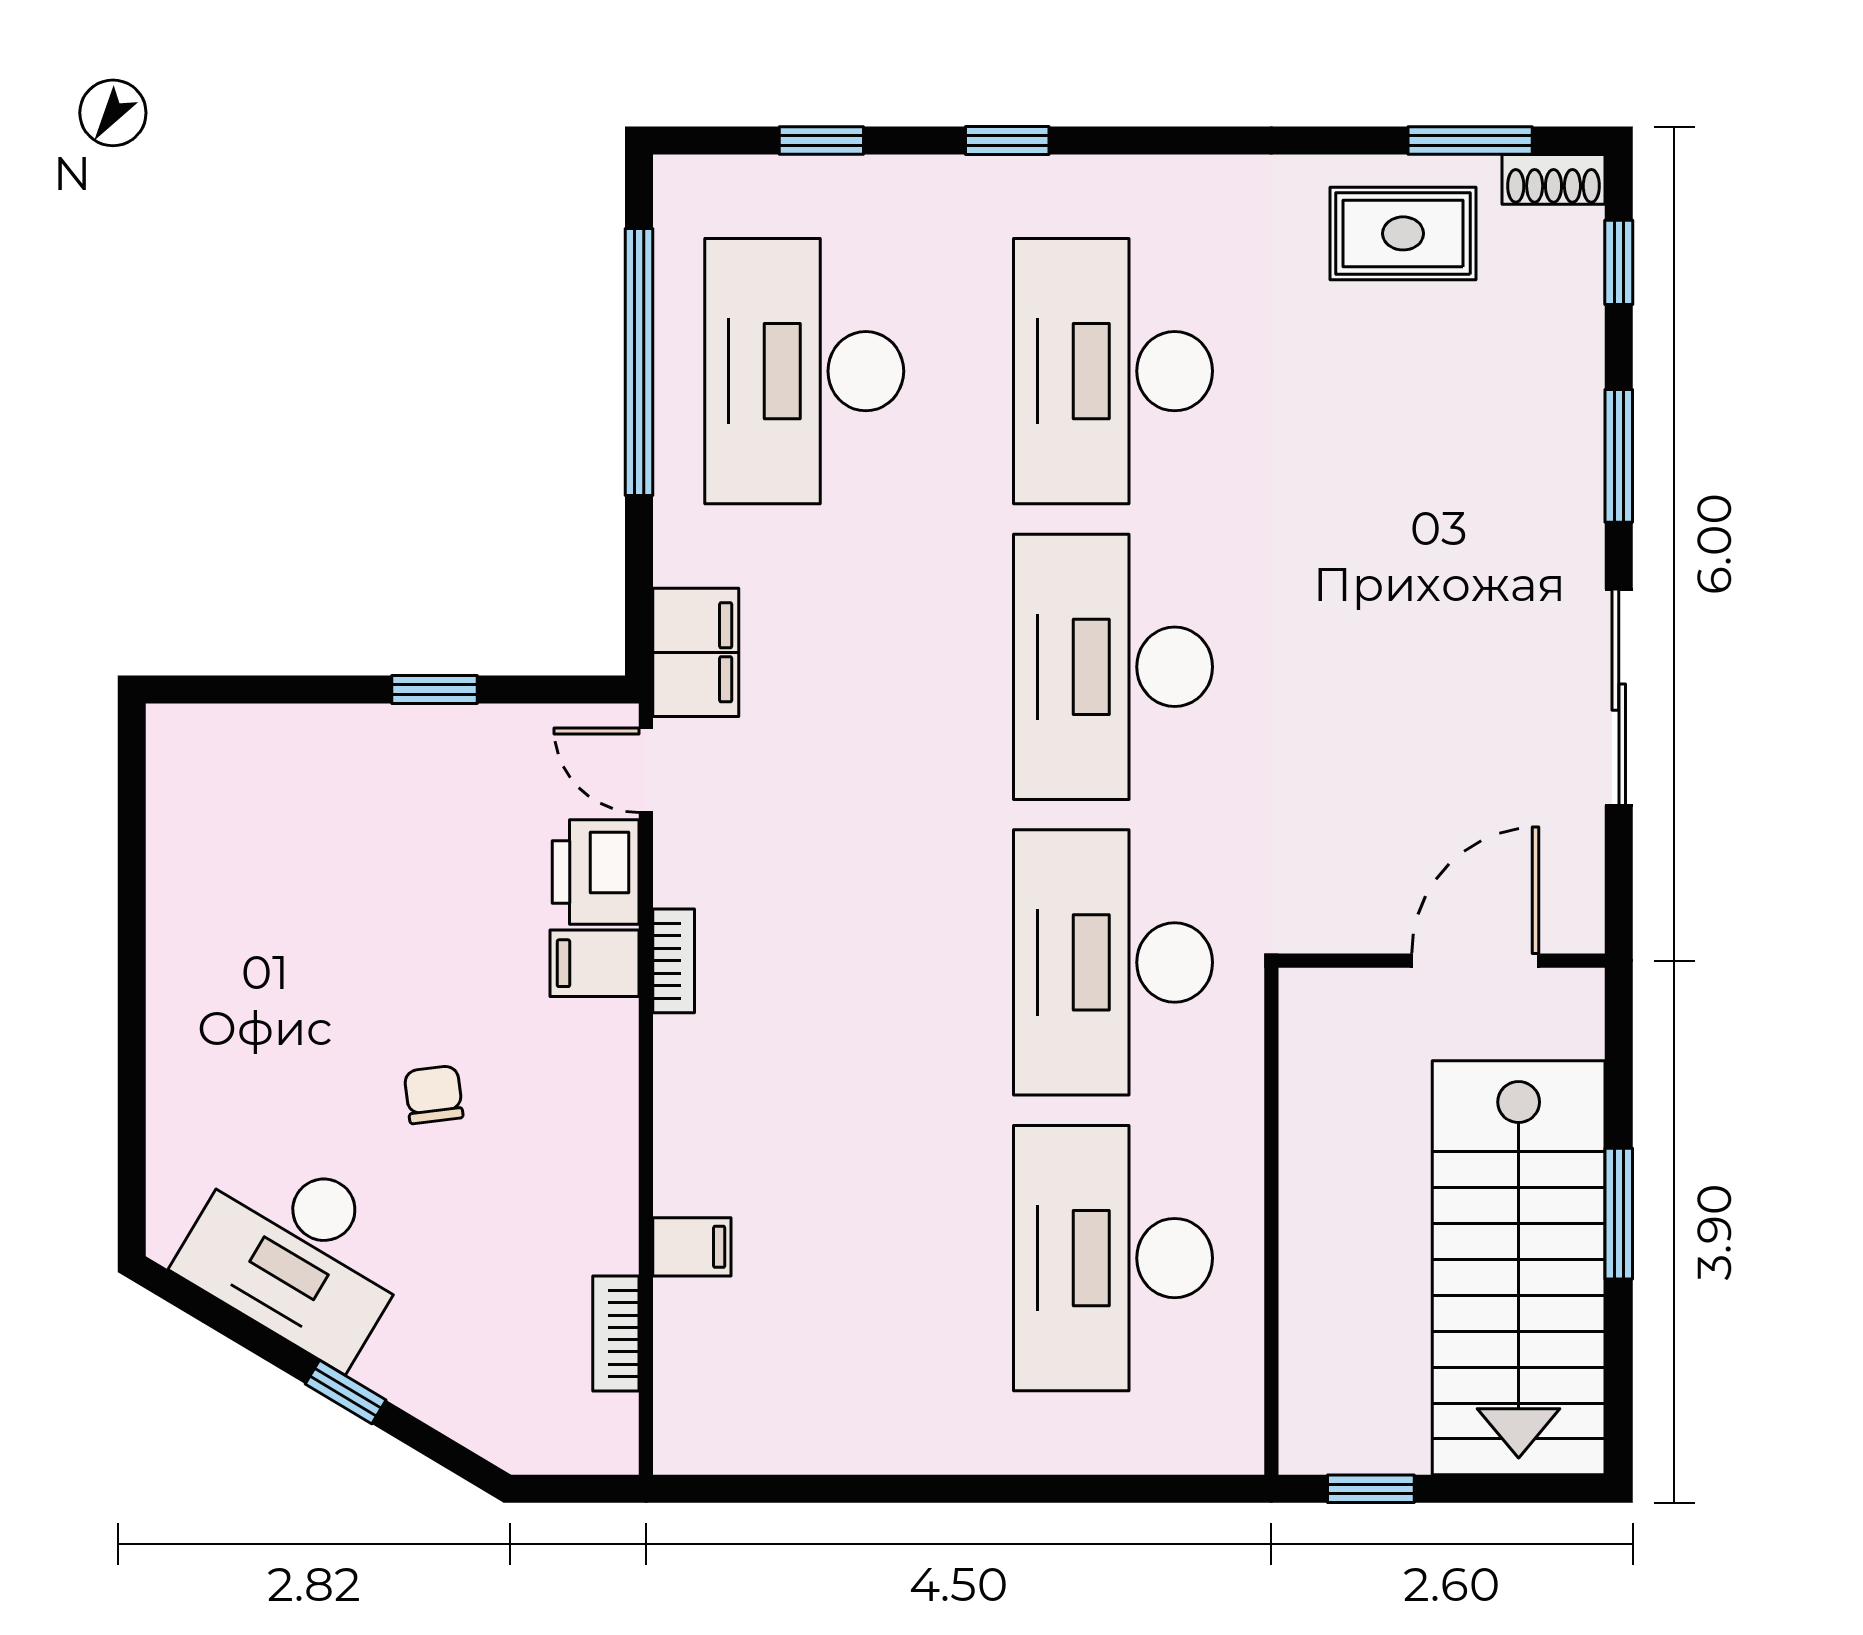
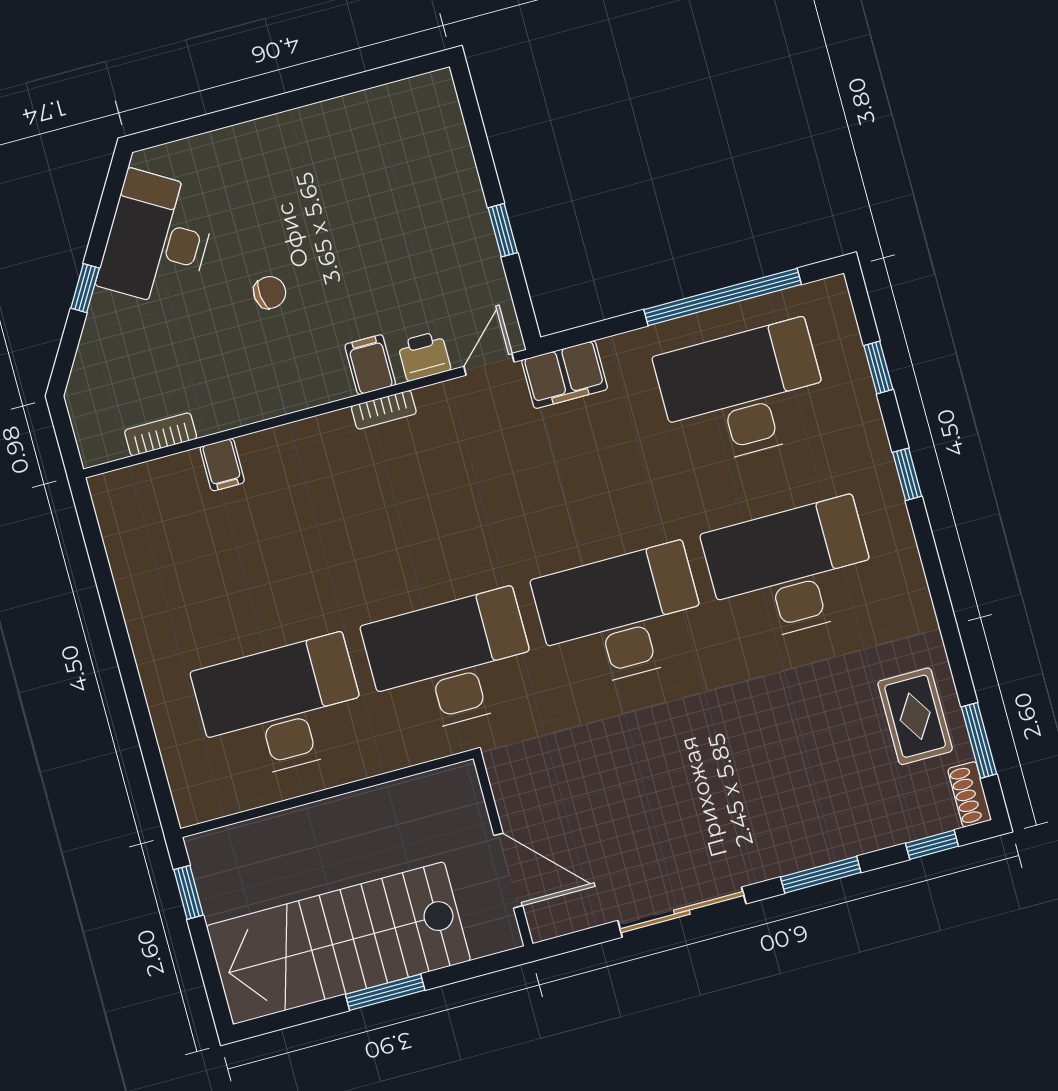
printer: (596, 872) -> (424, 356), width x0.73, depth x0.81

